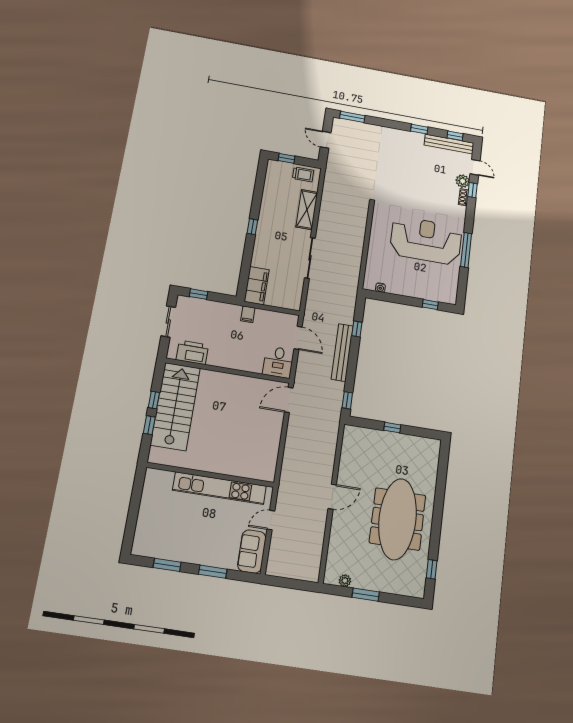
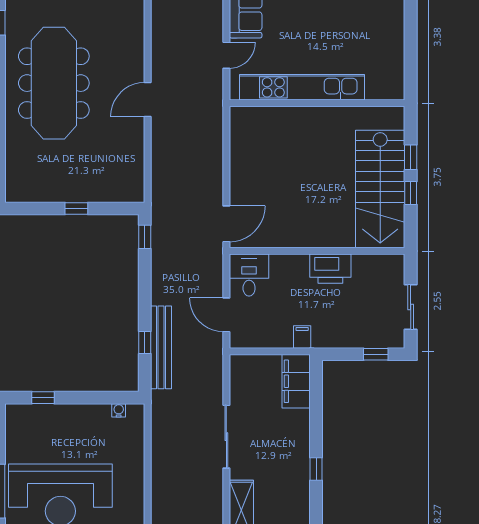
printer: (192, 352) -> (330, 269), moved
bench: (342, 353) -> (161, 347), moved

